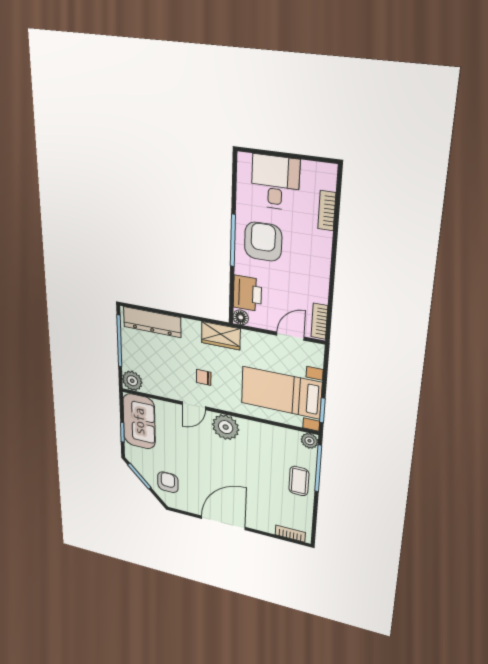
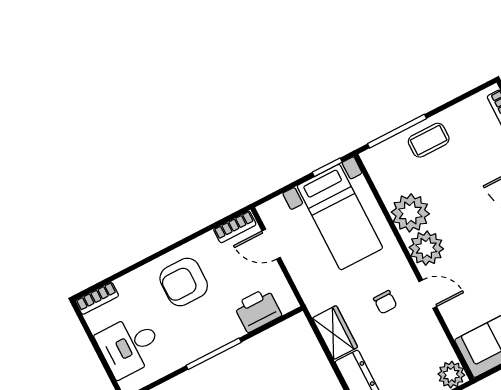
bookcase: (327, 211) -> (97, 298), moved
armchair: (263, 242) -> (184, 282), moved
floor lamp: (241, 317) -> (288, 302), removed
wardrobe: (221, 336) -> (335, 333), moved
plant: (309, 441) -> (410, 213), moved, width x1.88, depth x1.88

